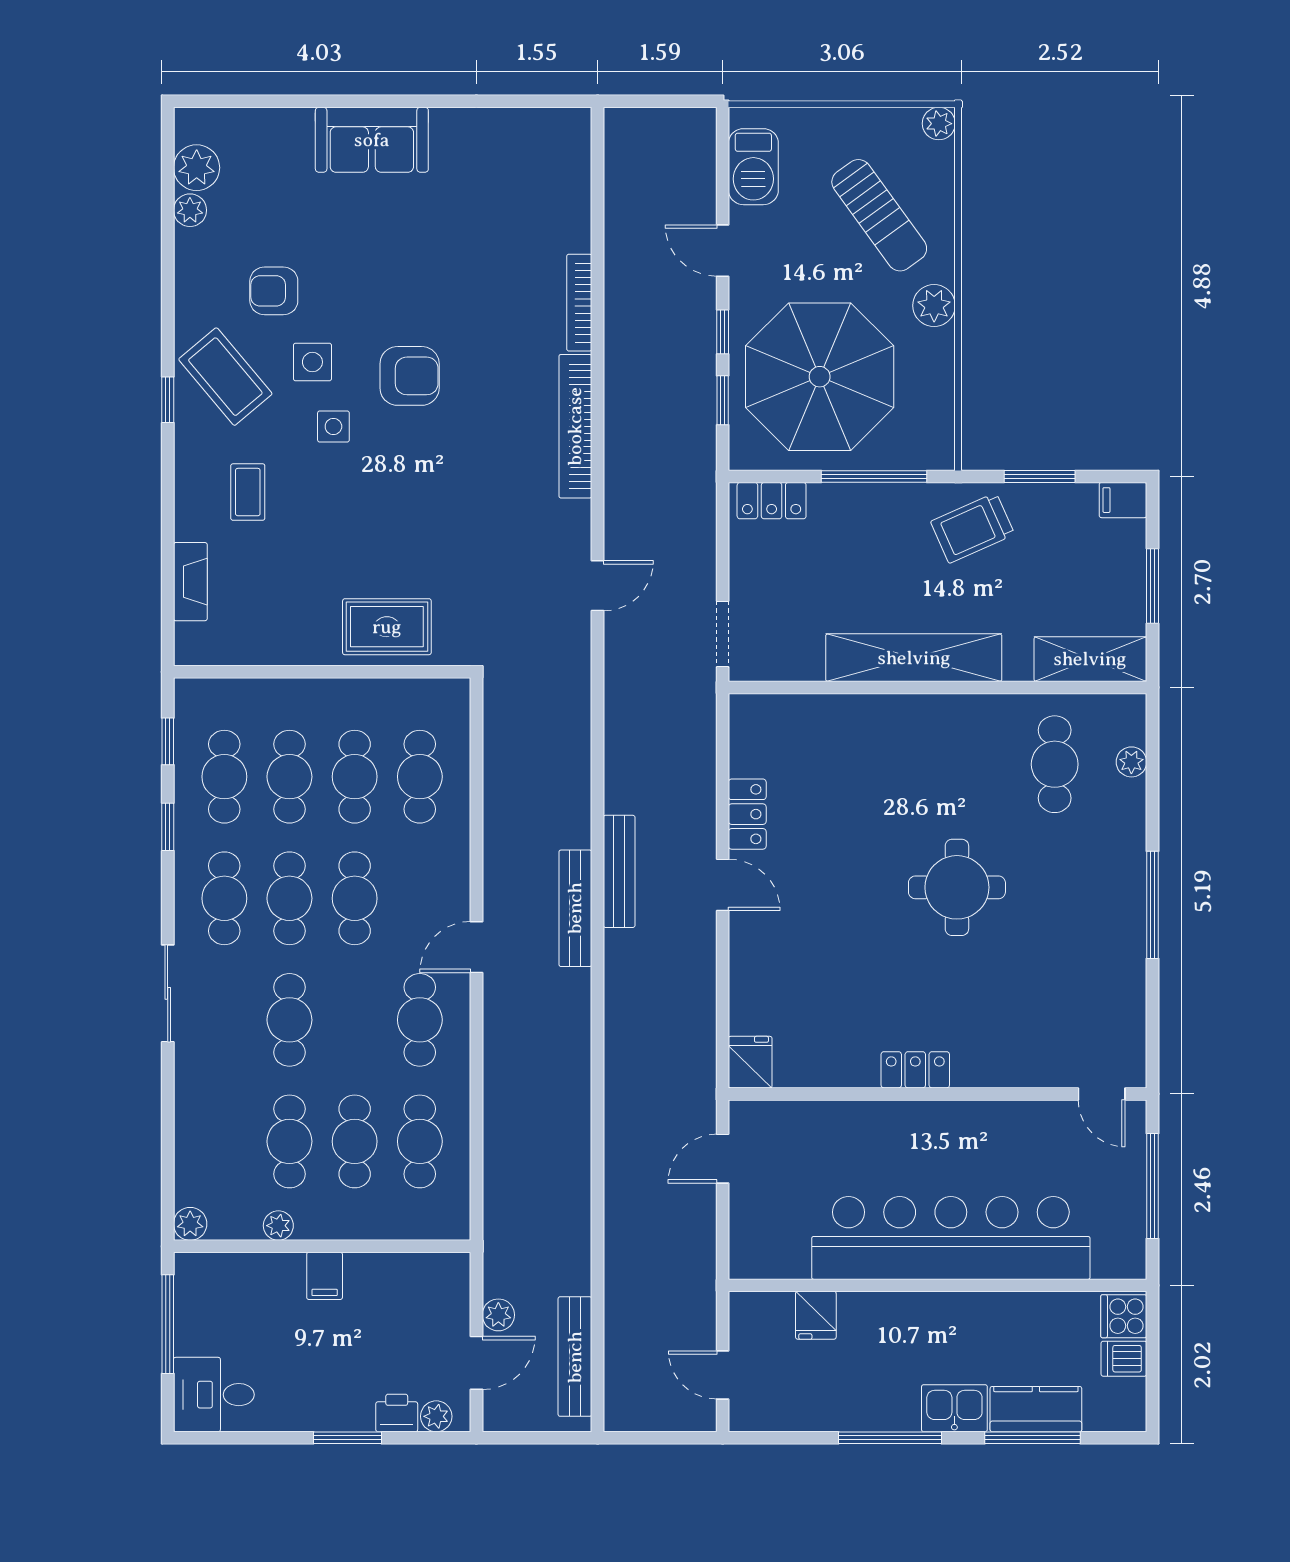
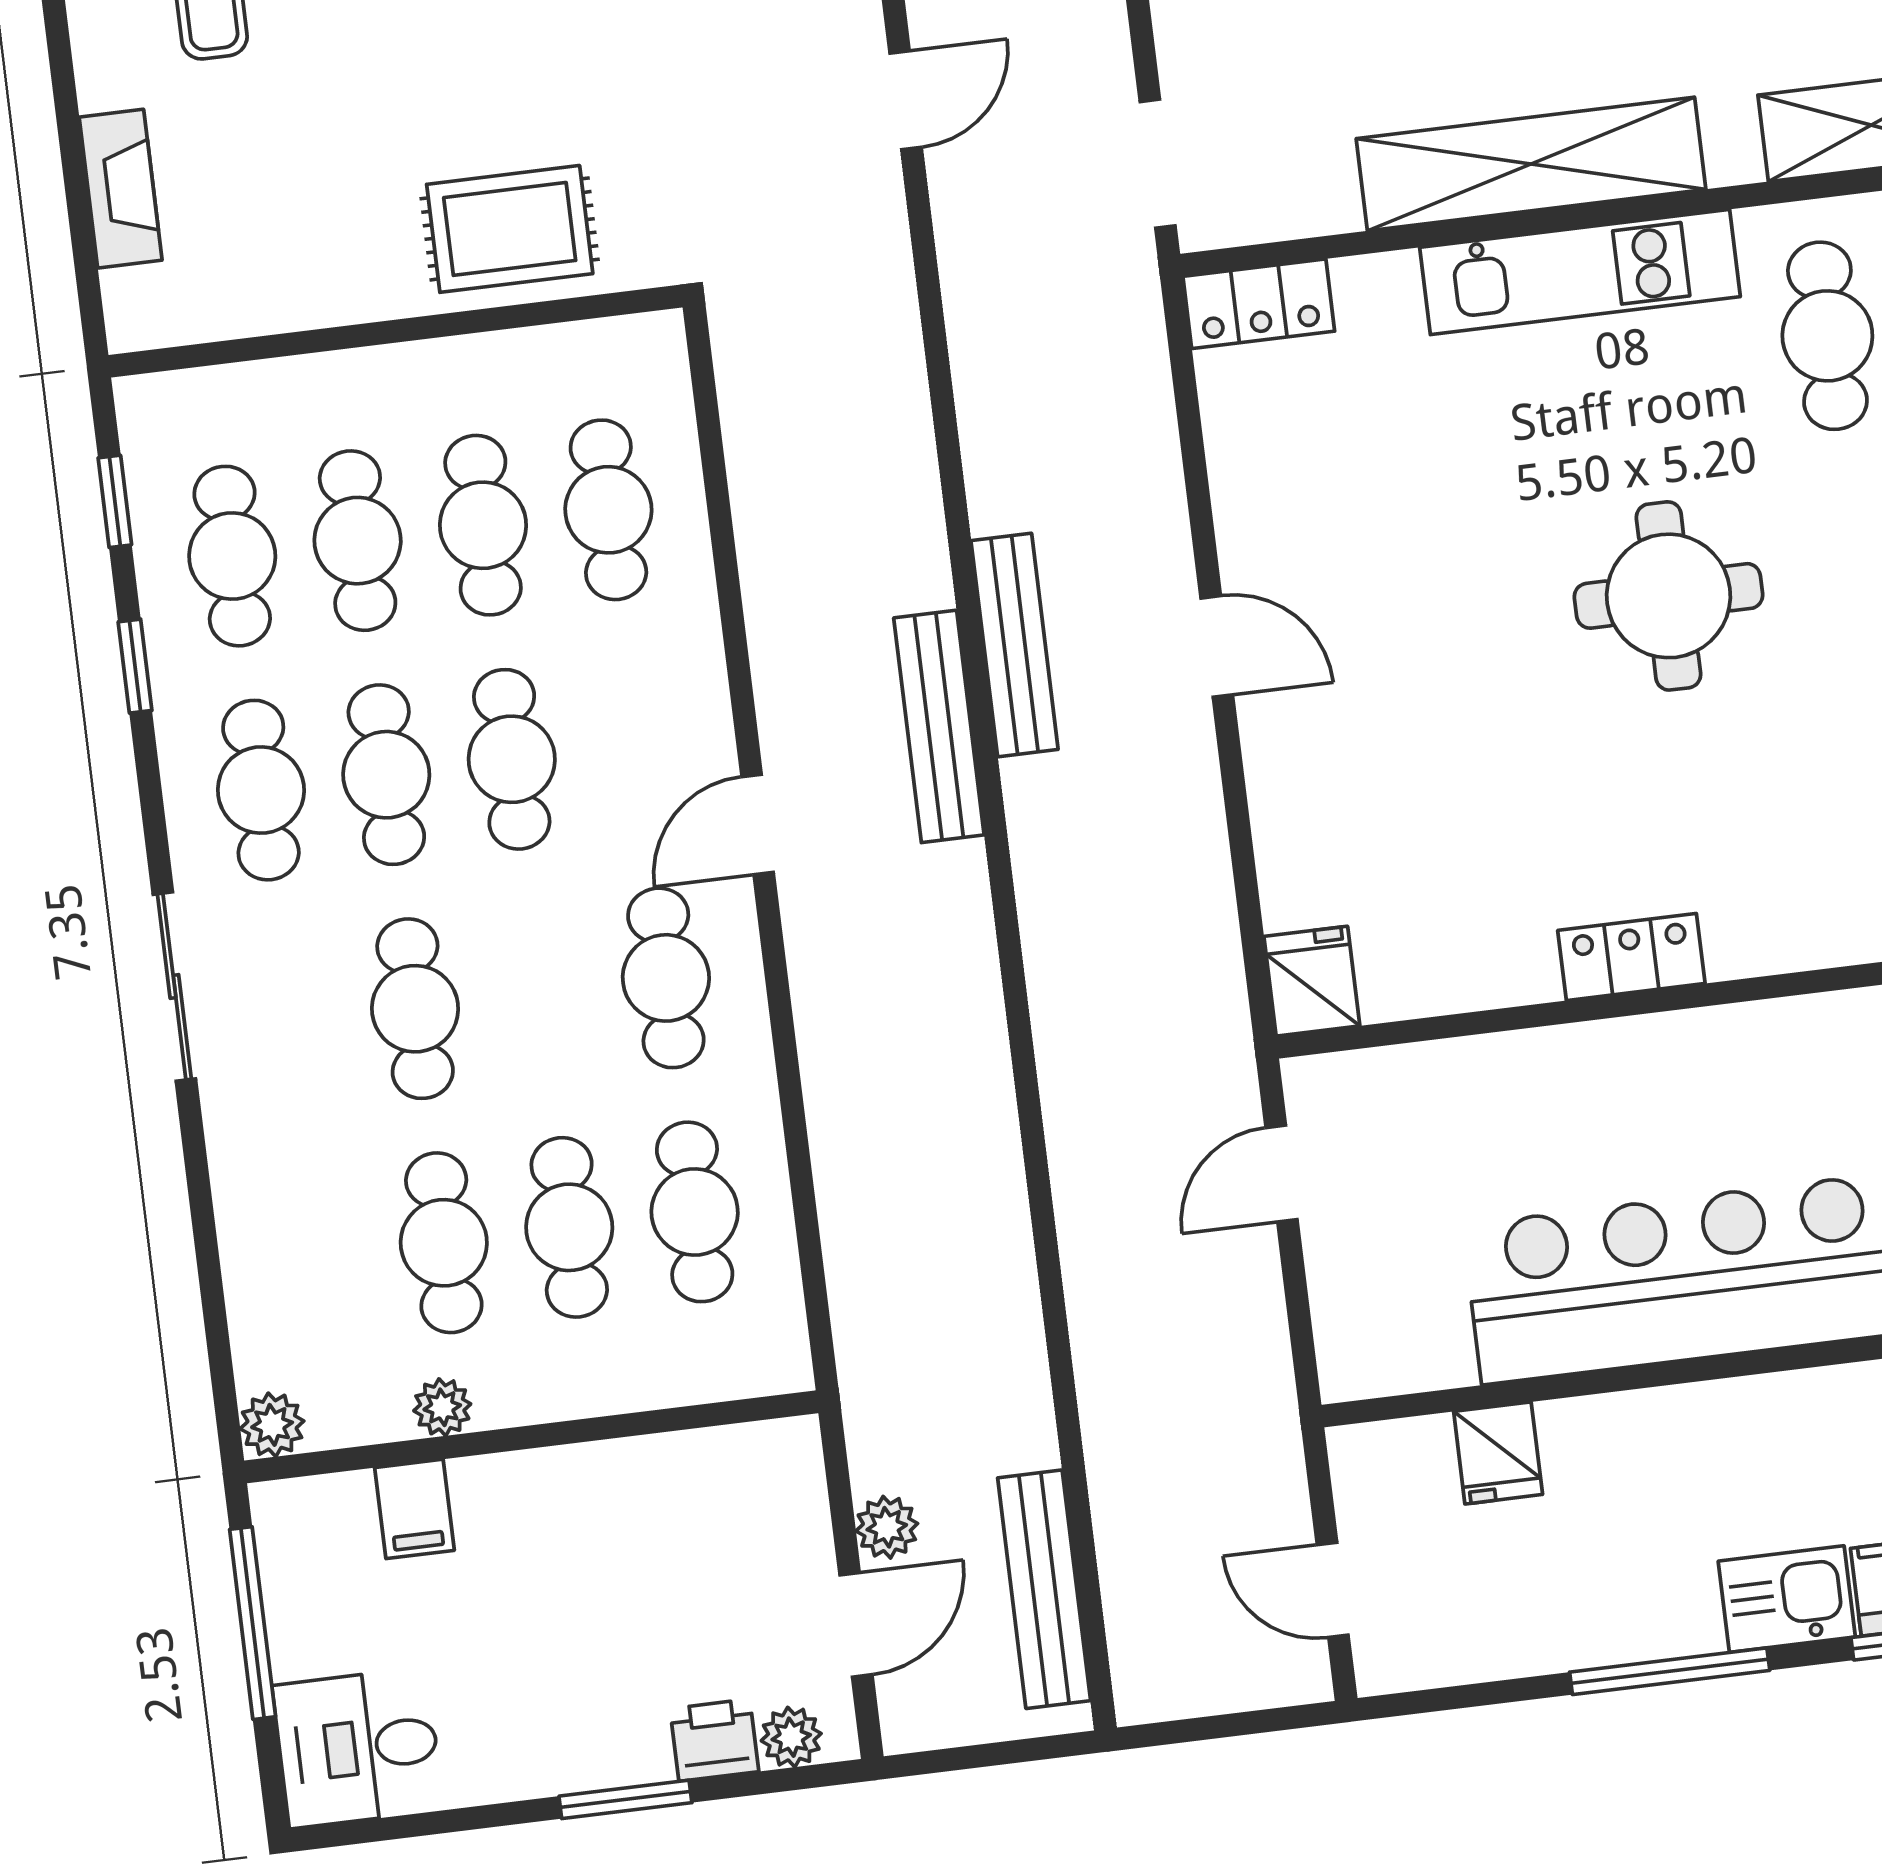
kitchen unit: (932, 716) -> (1580, 272), added
locker: (747, 814) -> (1259, 304), moved, turned 90
filing cabinet: (325, 1276) -> (415, 1509), moved

